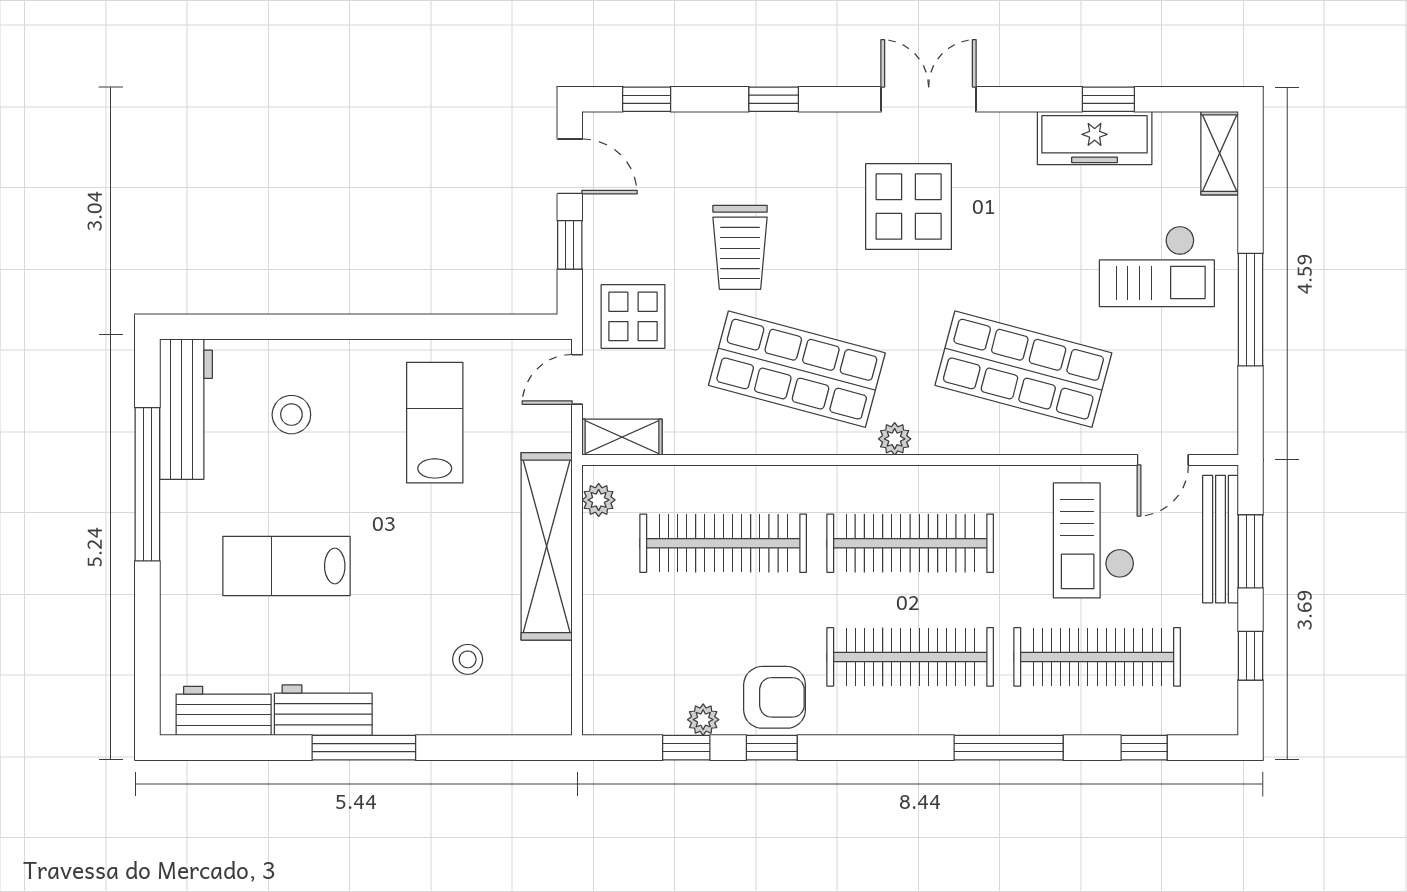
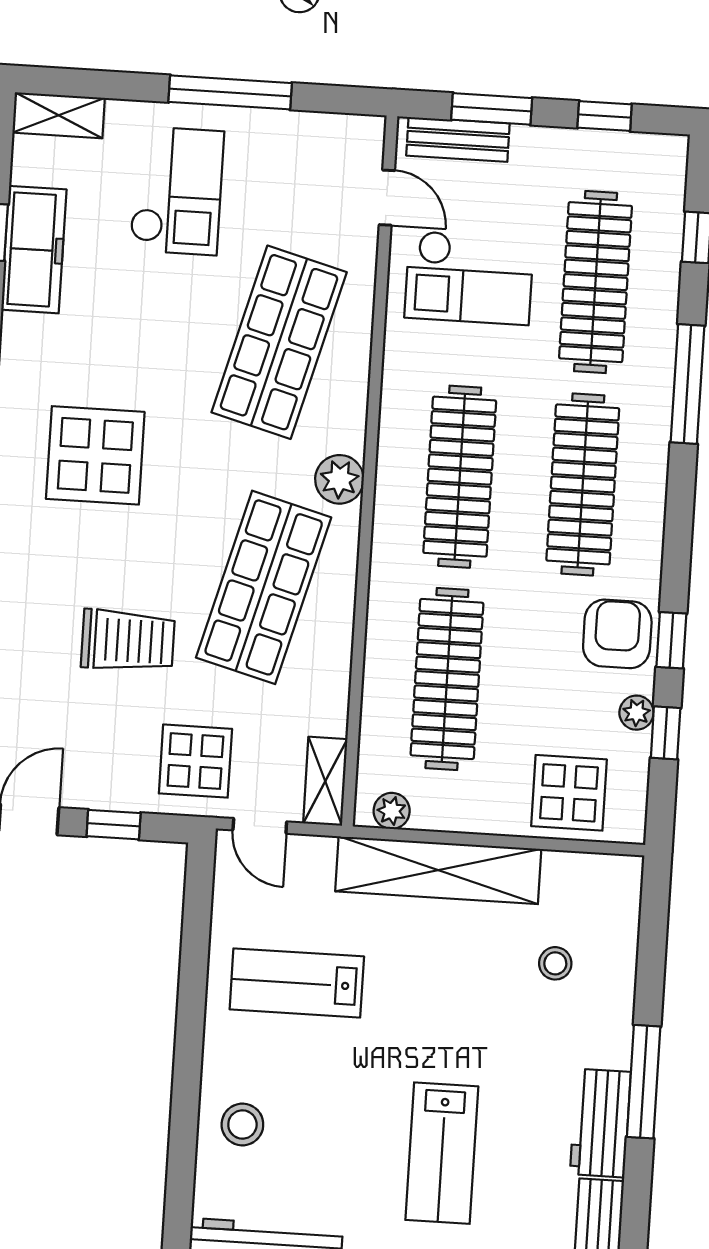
stool: (291, 415) -> (242, 1124), moved
plant: (895, 439) -> (339, 479), width x1.38, depth x1.38
bench: (1221, 539) -> (458, 139), width x0.73
display table: (625, 662) -> (569, 793), added

